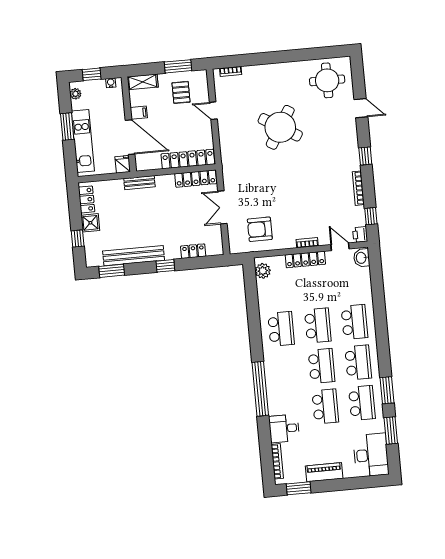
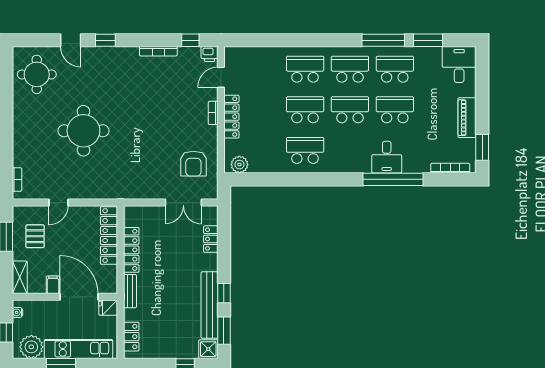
pallet: (181, 92) -> (35, 236), turned 90
plant: (75, 94) -> (31, 347), width x1.88, depth x1.88
door: (361, 108) -> (71, 40), swing flipped
round table: (280, 127) -> (83, 131), turned -31
door: (130, 137) -> (79, 297), hinge flipped
window: (365, 156) -> (105, 40), moved
locker: (196, 179) -> (131, 250), moved
locker: (87, 199) -> (131, 337), moved, turned 90
double door: (222, 207) -> (183, 203), moved
shower: (90, 223) -> (208, 349), moved
washbasin: (362, 258) -> (235, 55), removed
window: (165, 266) -> (224, 293), moved
window: (260, 389) -> (393, 179), moved
window: (387, 390) -> (383, 40), width x1.44
desk: (284, 428) -> (387, 157), moved
desk: (371, 455) -> (459, 65), width x0.73

